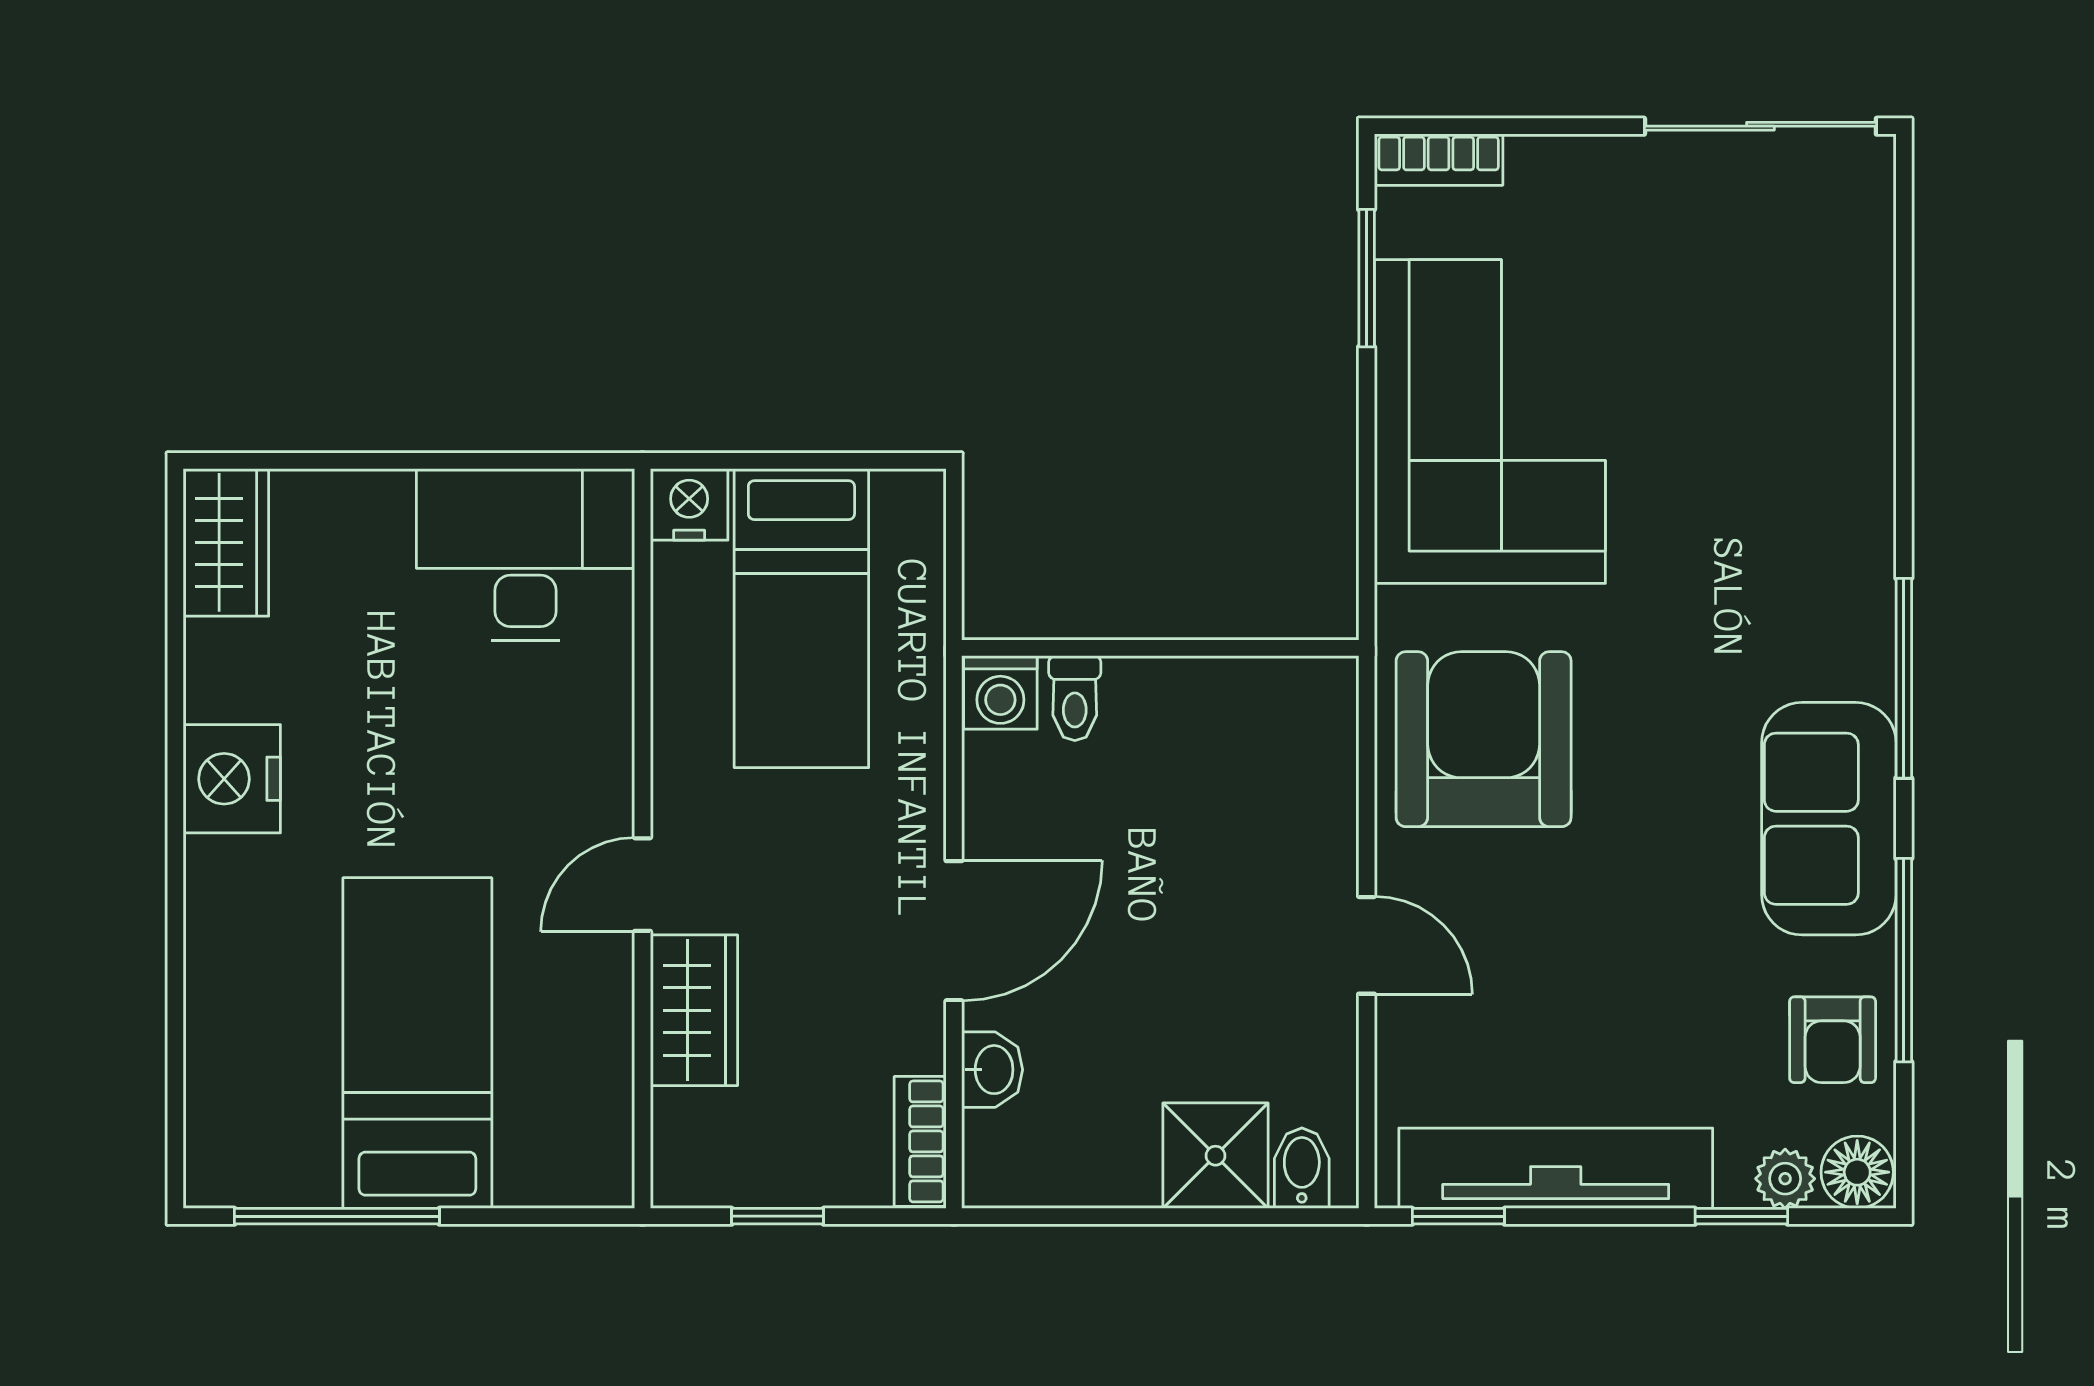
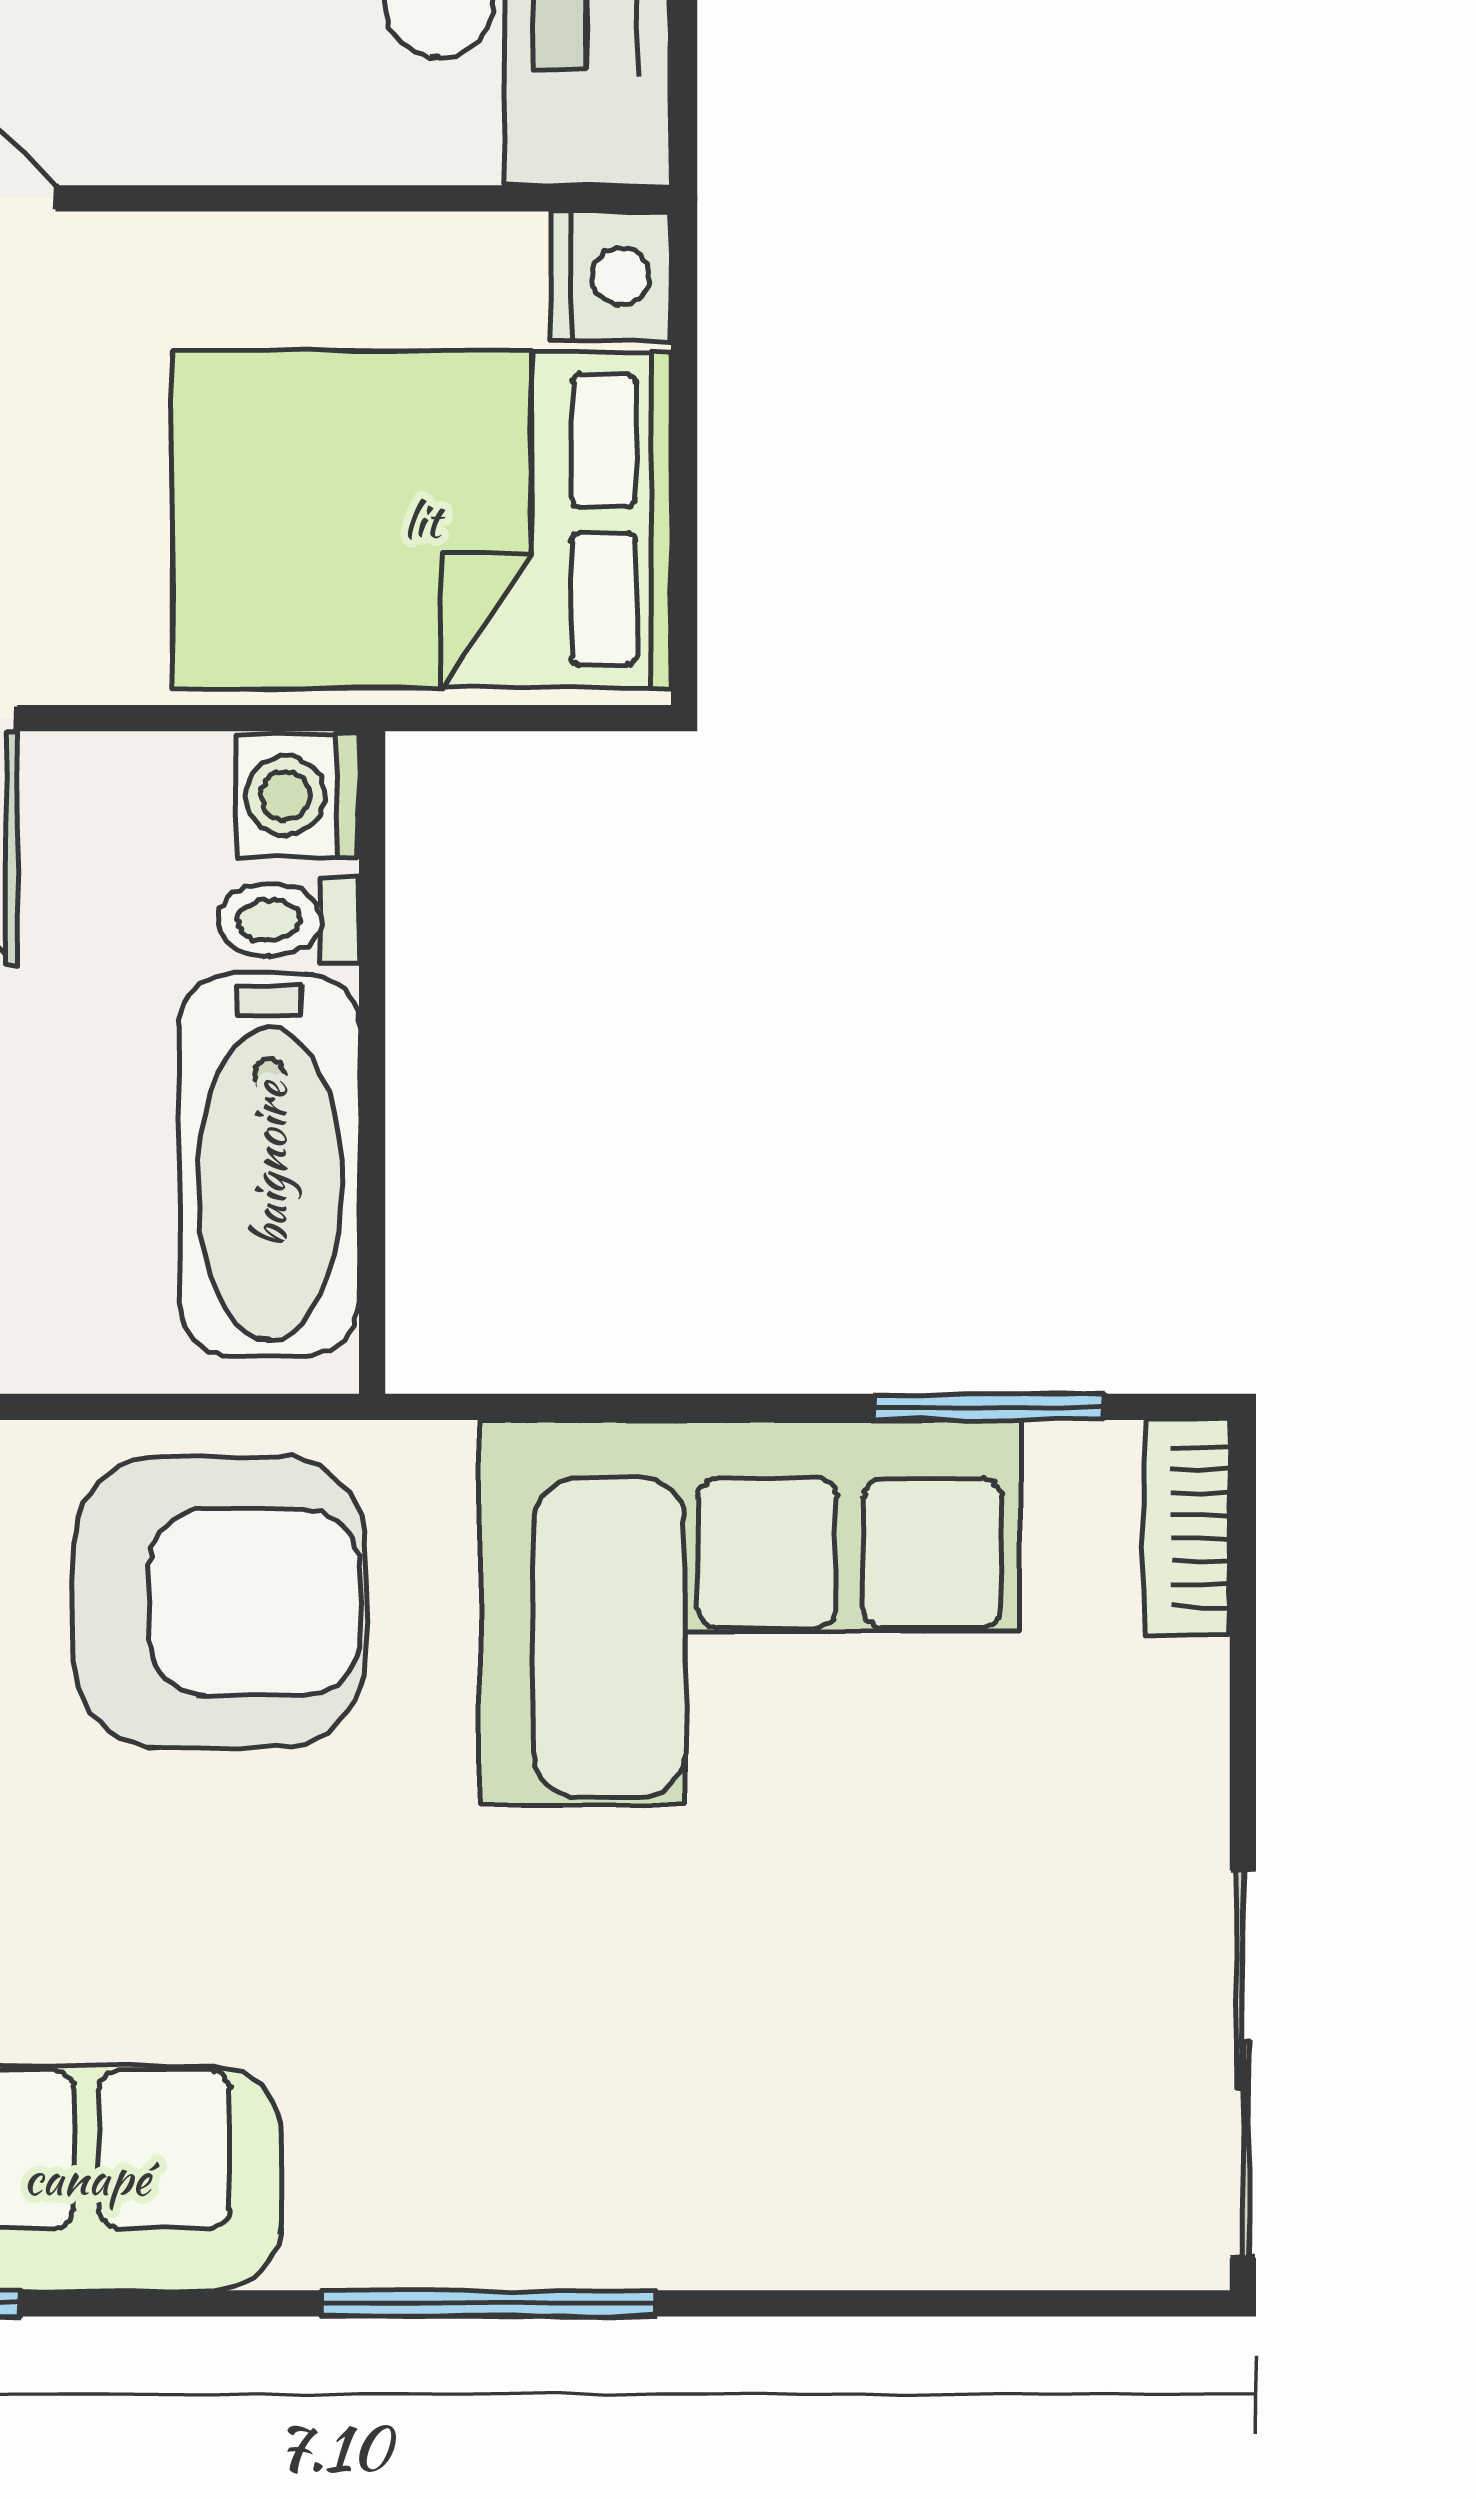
bed: (801, 618) -> (422, 520), width x1.50
window: (1904, 678) -> (489, 2303), moved
bathtub: (1222, 710) -> (269, 1165), added

